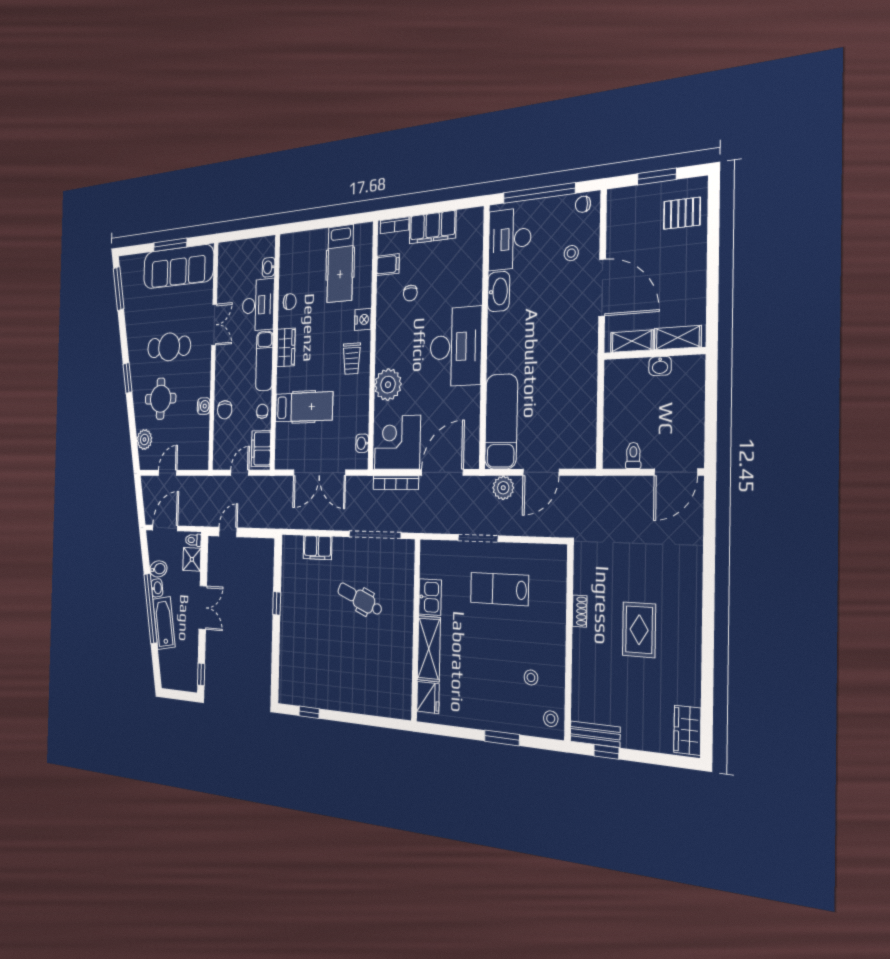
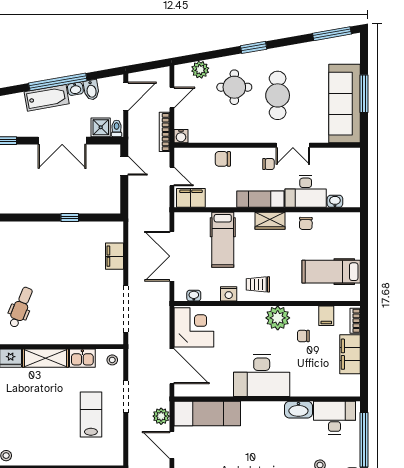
nightstand: (363, 320) -> (229, 294), moved
plant: (388, 385) -> (278, 318), moved
water cooler: (204, 406) -> (181, 136), moved
chair: (262, 411) -> (268, 164), moved
door: (168, 473) -> (172, 97), hinge flipped
bookcase: (396, 483) -> (164, 132), moved
door: (165, 528) -> (126, 96), hinge flipped
dental chair: (360, 599) -> (21, 307), moved
double door: (203, 607) -> (62, 141), width x1.37
stool: (531, 677) -> (112, 360), moved

